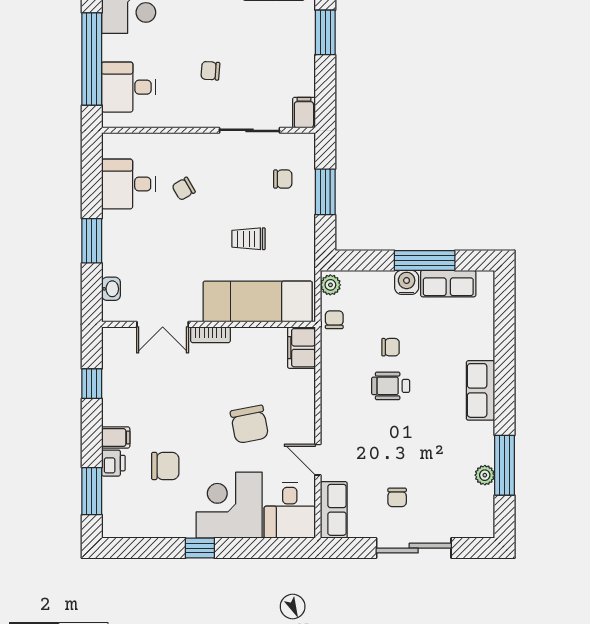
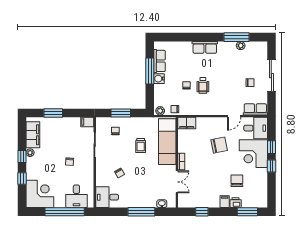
desk: (128, 184) -> (107, 197), moved, turned 90
window: (92, 241) -> (141, 212), width x1.44
window: (245, 548) -> (271, 147), added

